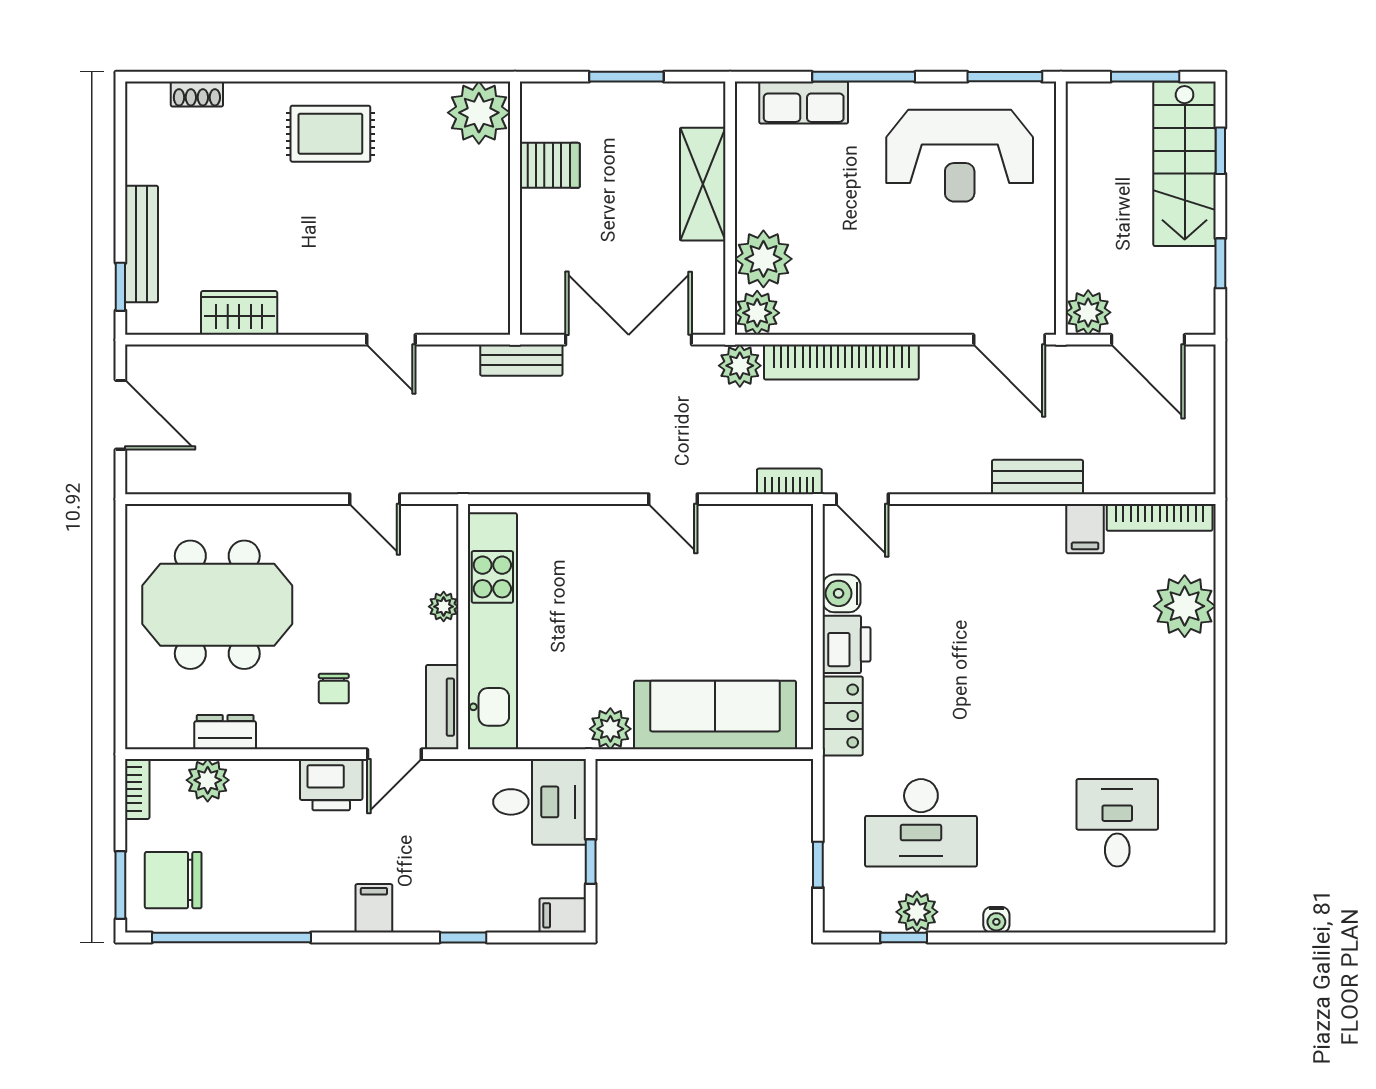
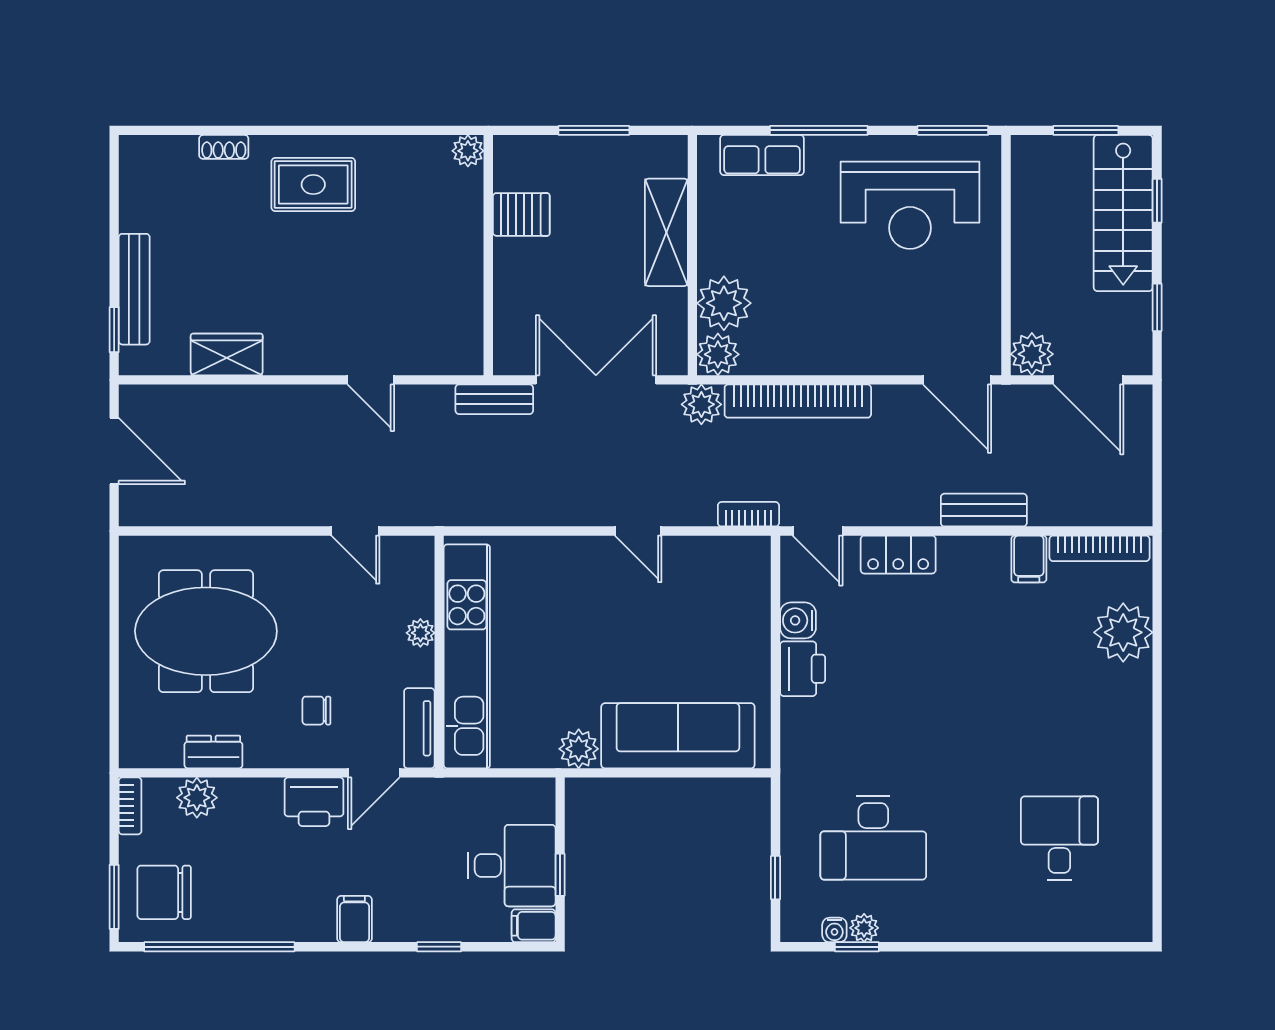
shoe rack: (197, 94) -> (224, 147), moved
plant: (479, 113) -> (468, 151), width x0.53, depth x0.53
chair: (334, 688) -> (316, 711), turned 90
locker: (843, 716) -> (898, 555), moved, turned 90
desk: (540, 802) -> (512, 866), moved
plant: (917, 912) -> (864, 928), width x0.73, depth x0.73
water cooler: (996, 920) -> (834, 930), moved

